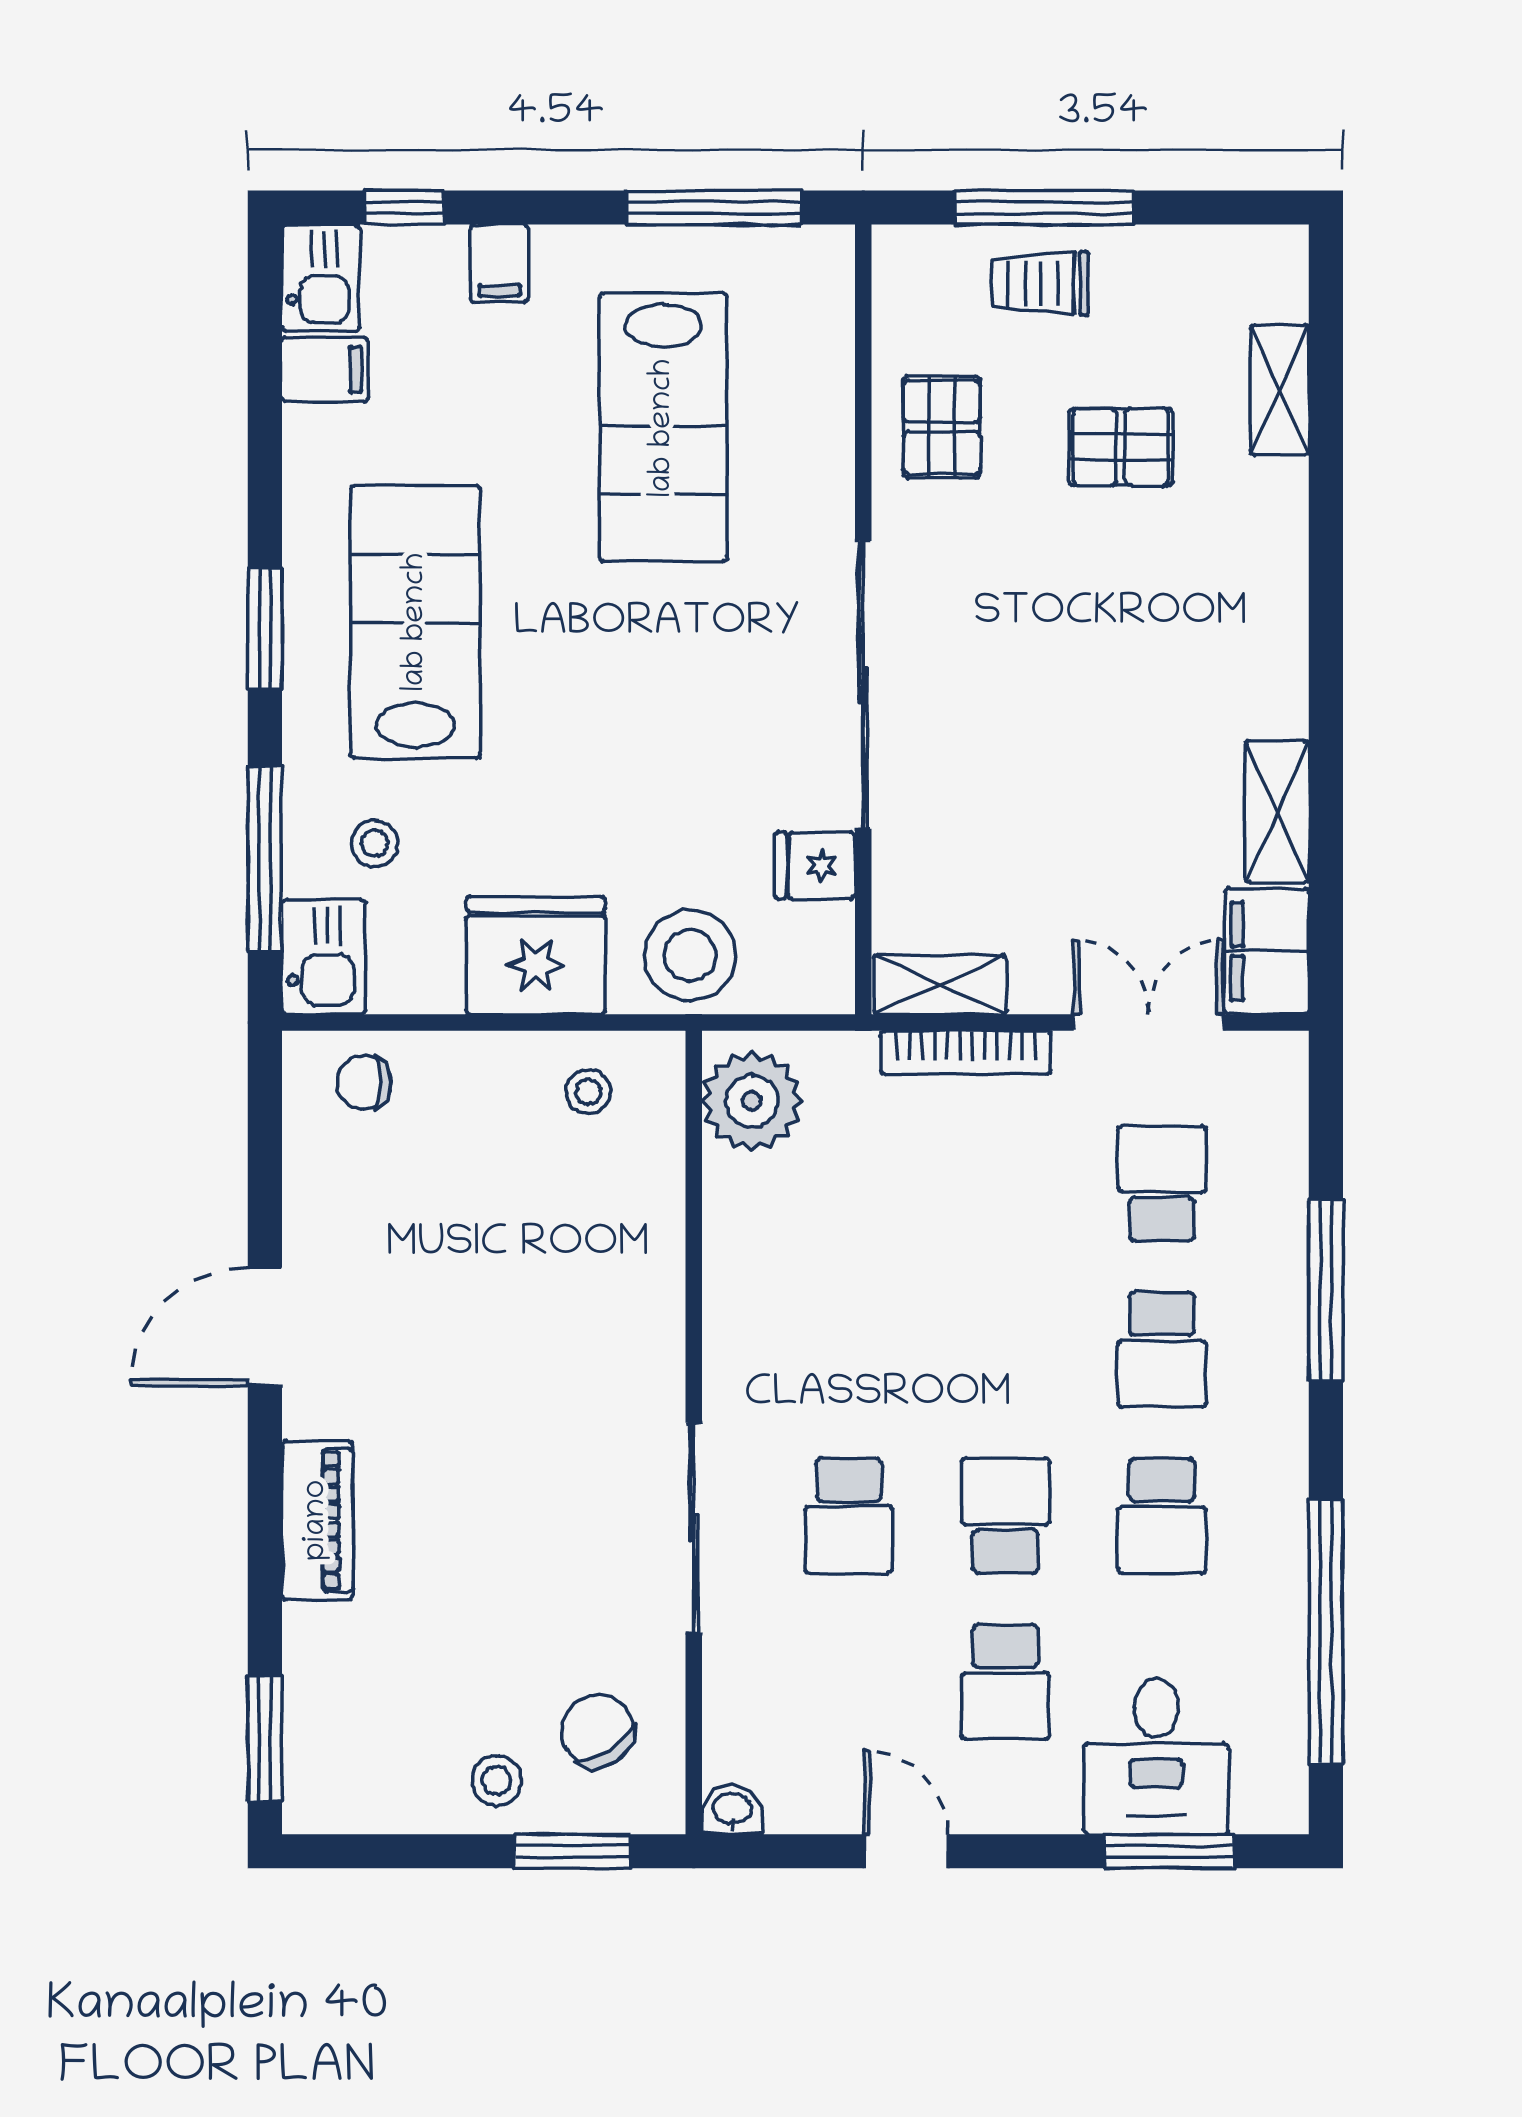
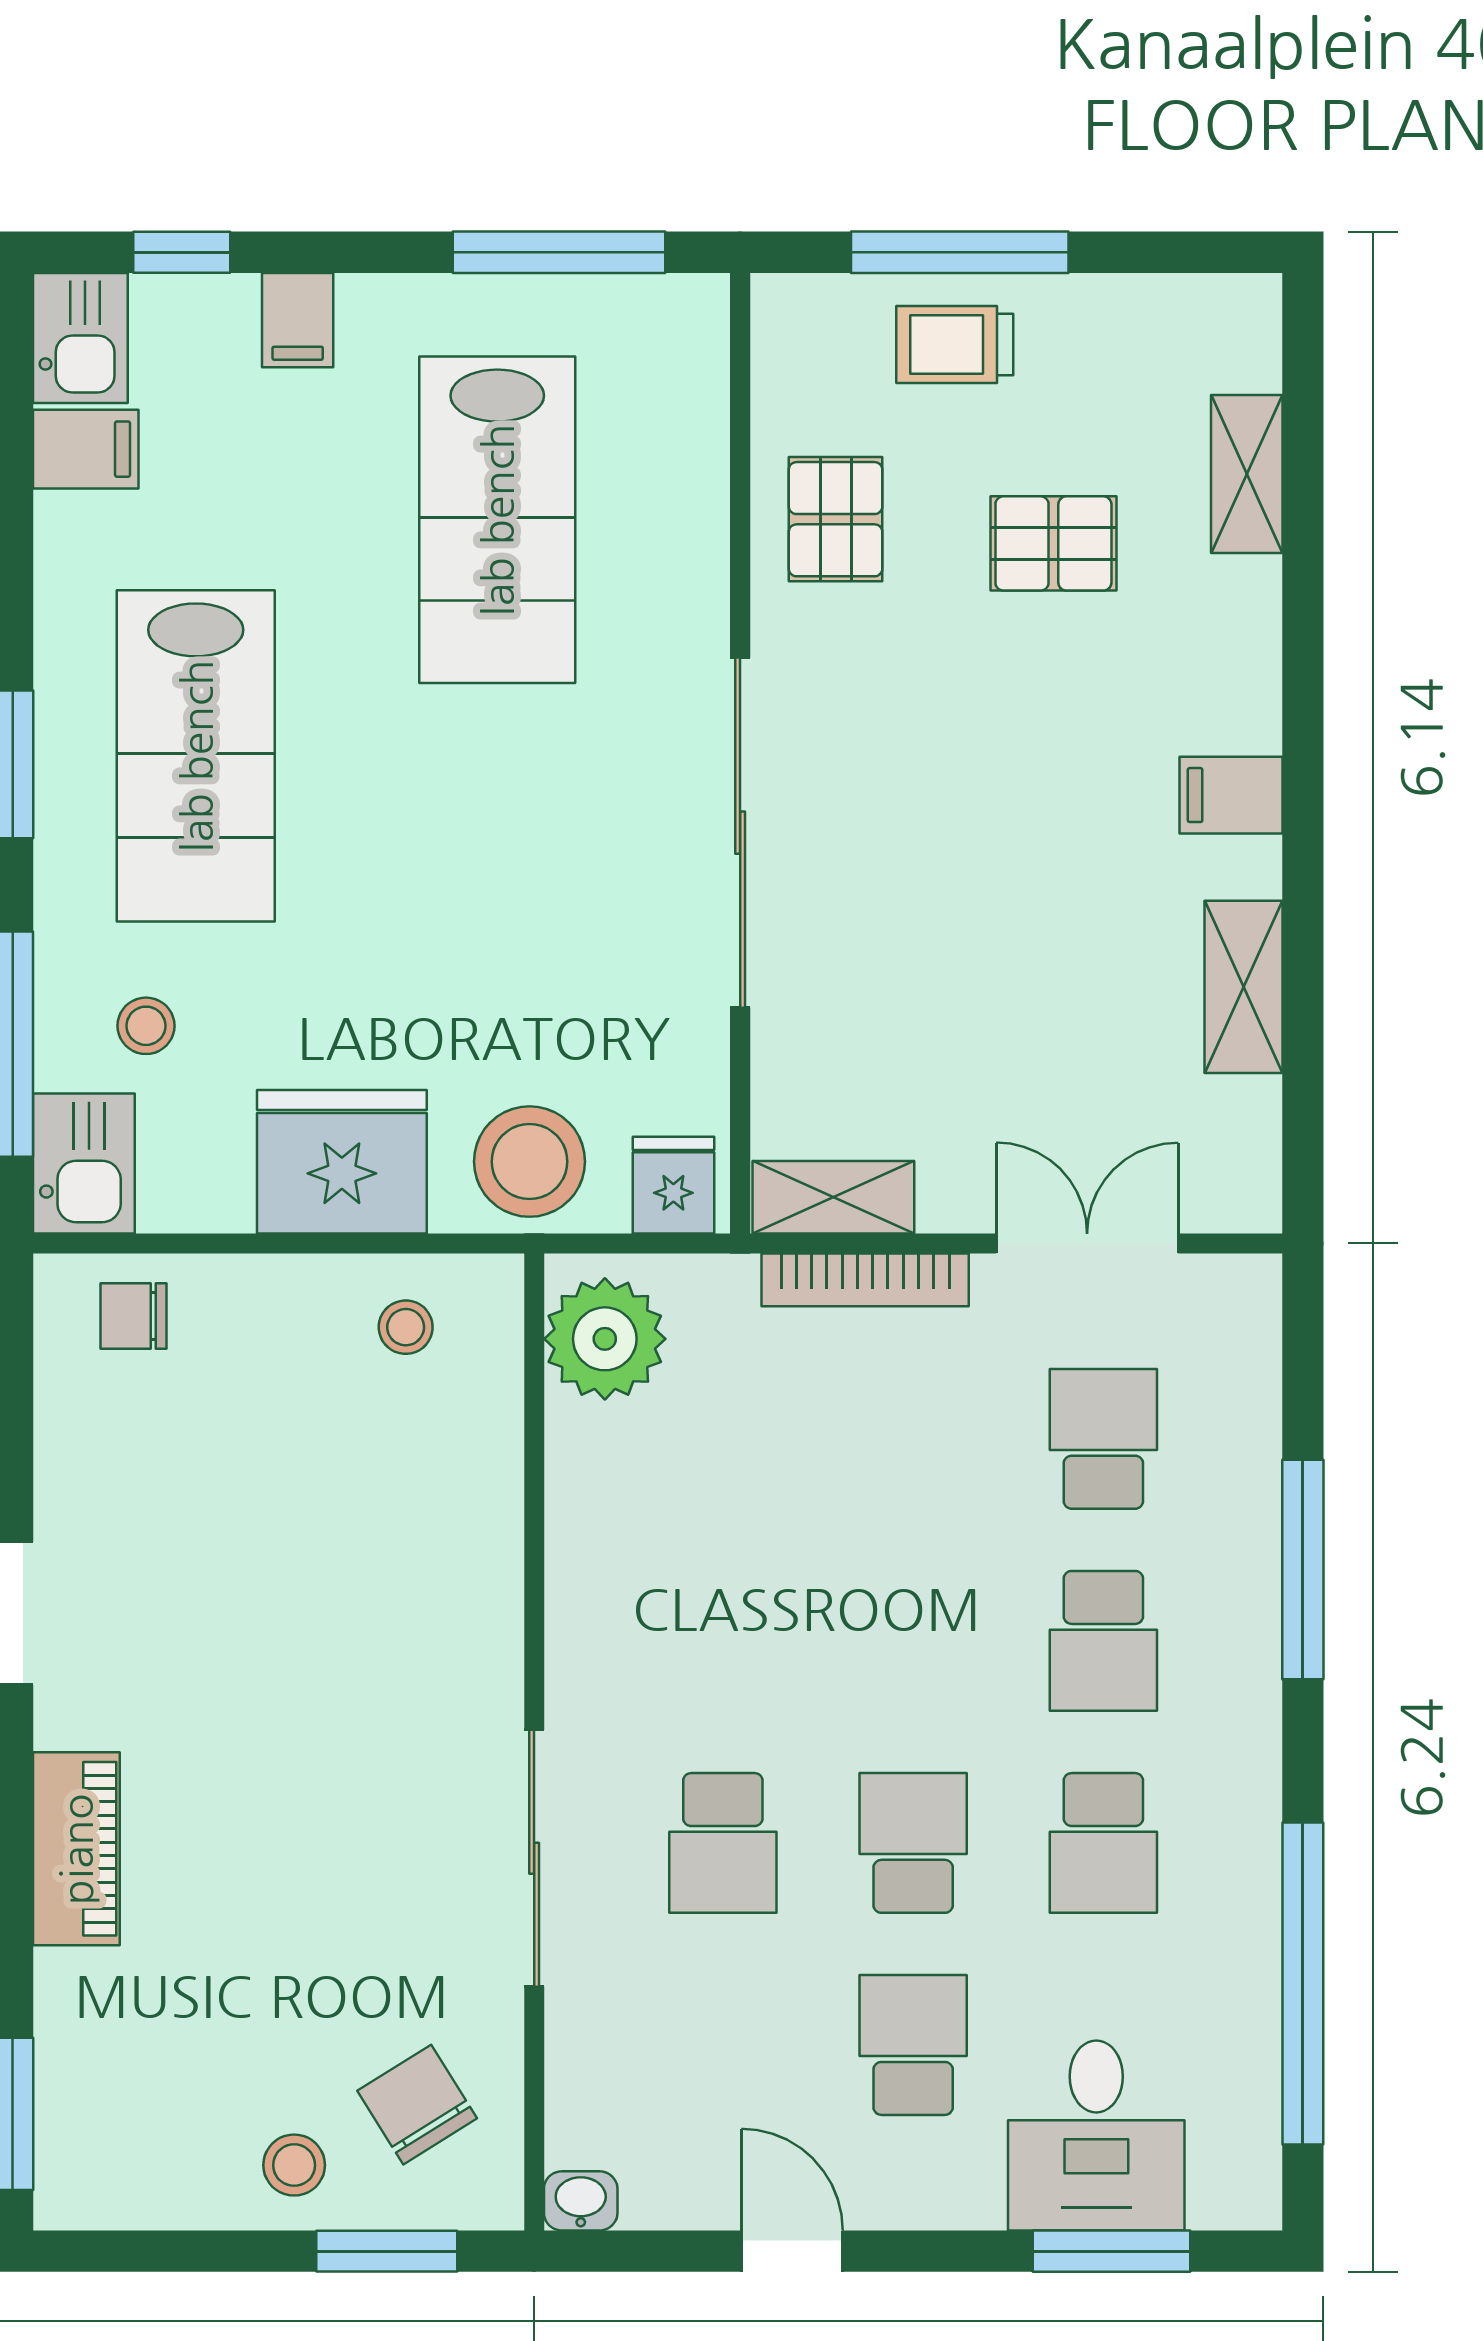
lab bench: (416, 622) -> (196, 756), turned 180
fridge: (815, 866) -> (673, 1185), moved, turned 90
filing cabinet: (1267, 951) -> (1231, 795), moved, width x0.50
school desk: (1005, 1682) -> (913, 2045), turned 180

